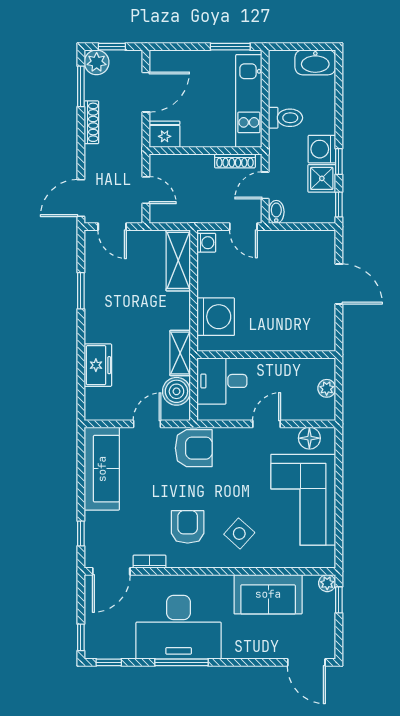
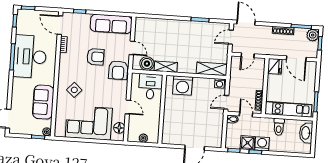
washbasin: (315, 62) -> (306, 133), moved
freezer: (98, 365) -> (163, 25), removed
armchair: (188, 527) -> (95, 57), moved

